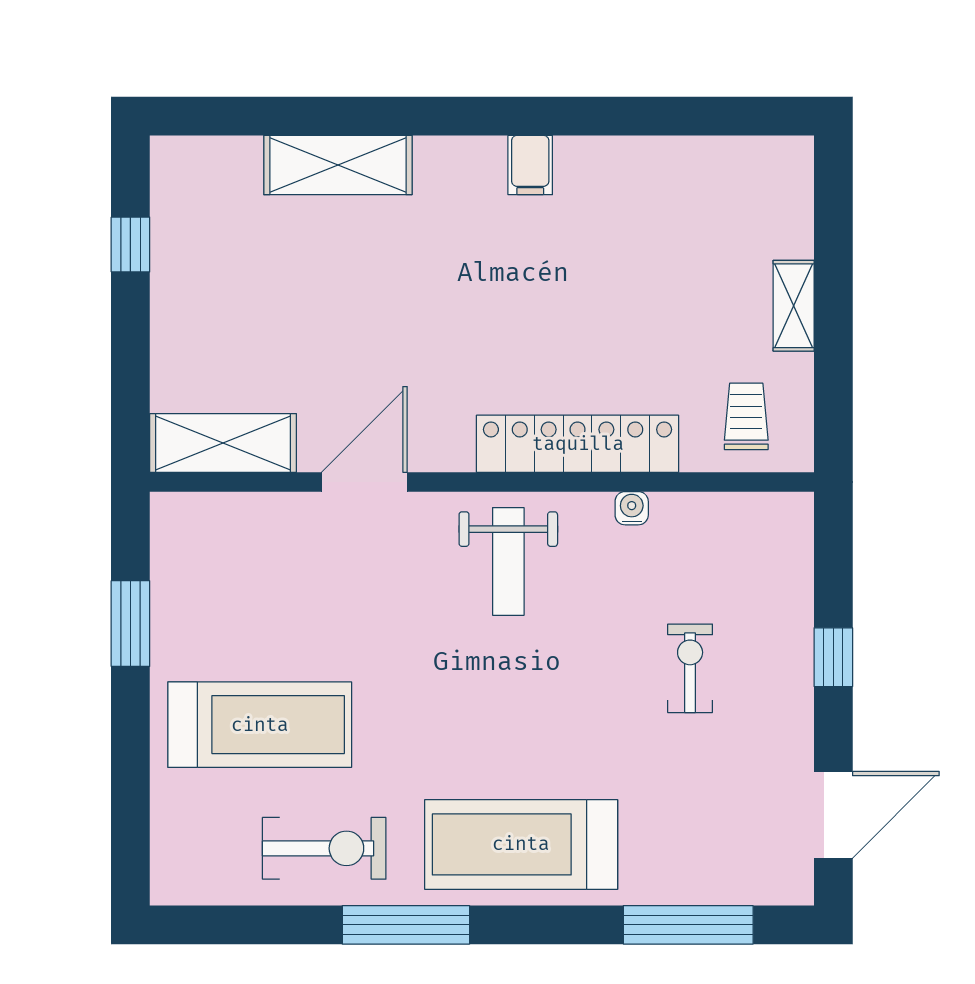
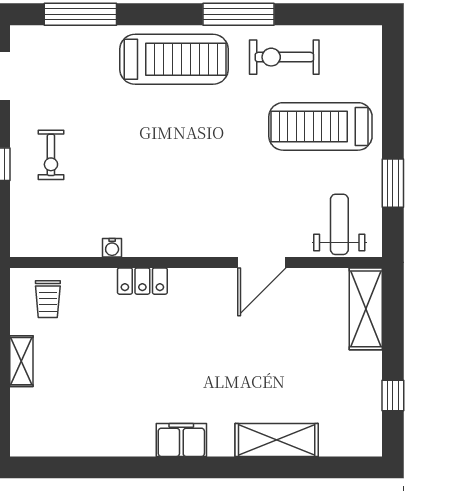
filing cabinet: (530, 165) -> (181, 440), width x2.00
shelving: (223, 443) -> (366, 309), moved, turned 90
locker: (578, 444) -> (142, 281), width x0.46, depth x0.83
weight bench: (508, 561) -> (339, 224), moved
exercise bike: (690, 668) -> (51, 155), moved

